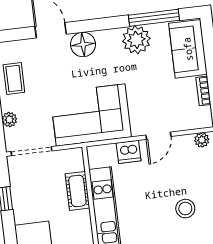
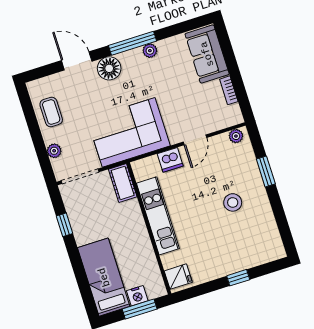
window: (154, 18) -> (132, 43), moved
plant: (136, 40) -> (150, 51), width x0.53, depth x0.53
cot: (77, 191) -> (123, 183), moved

